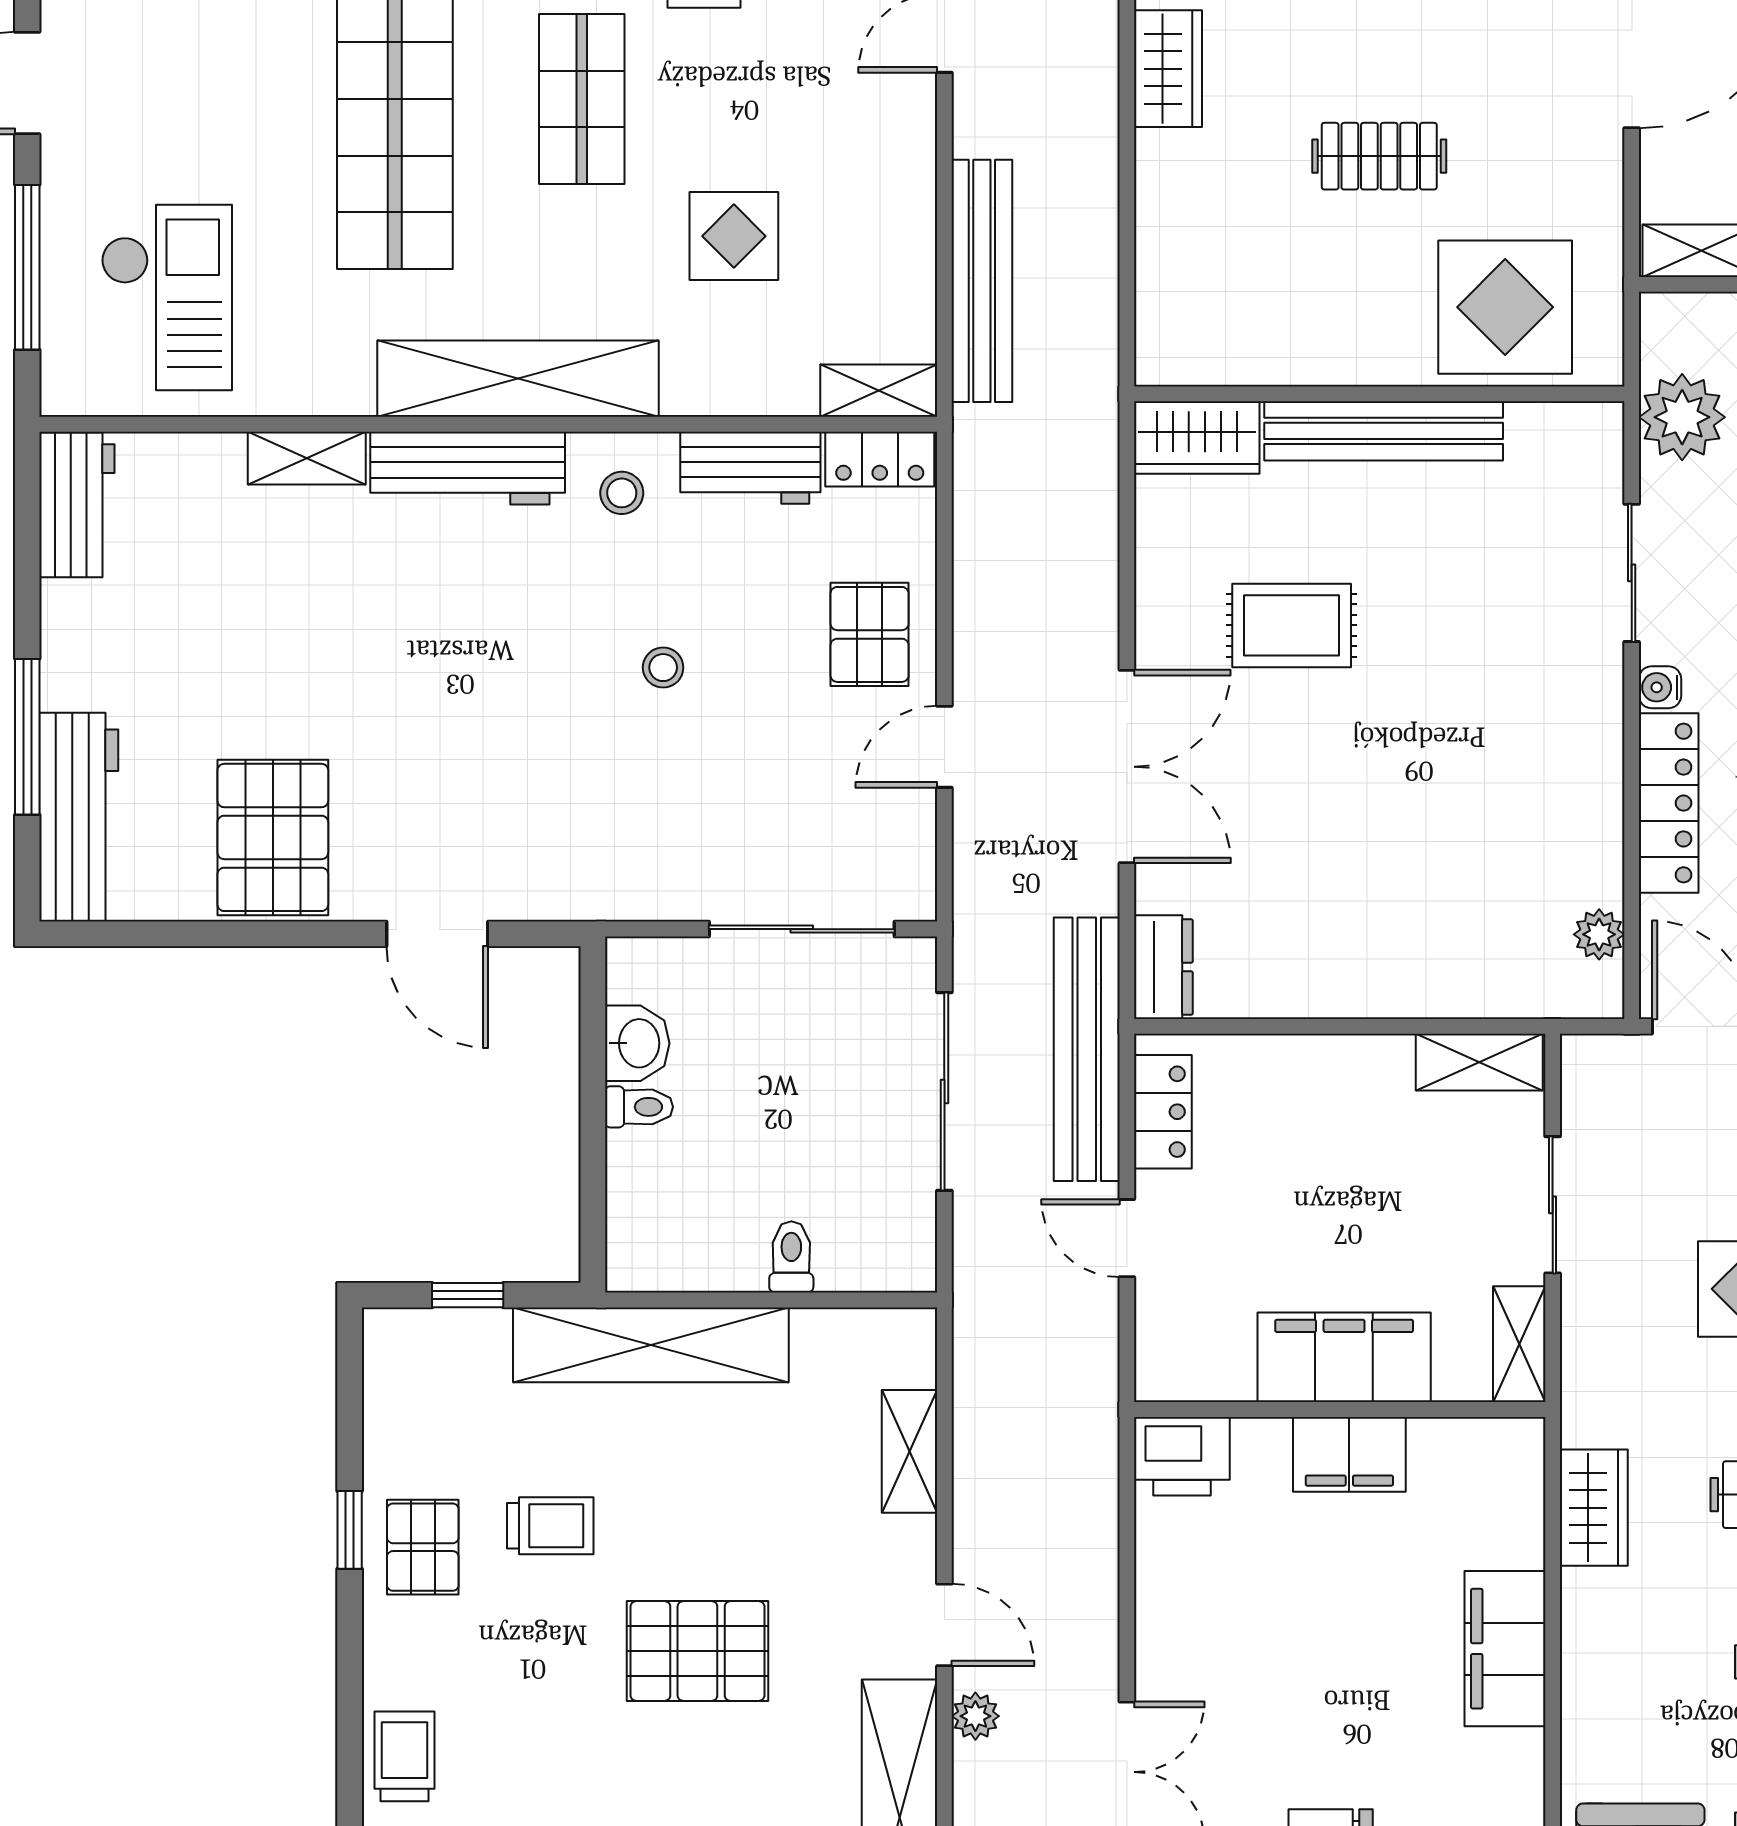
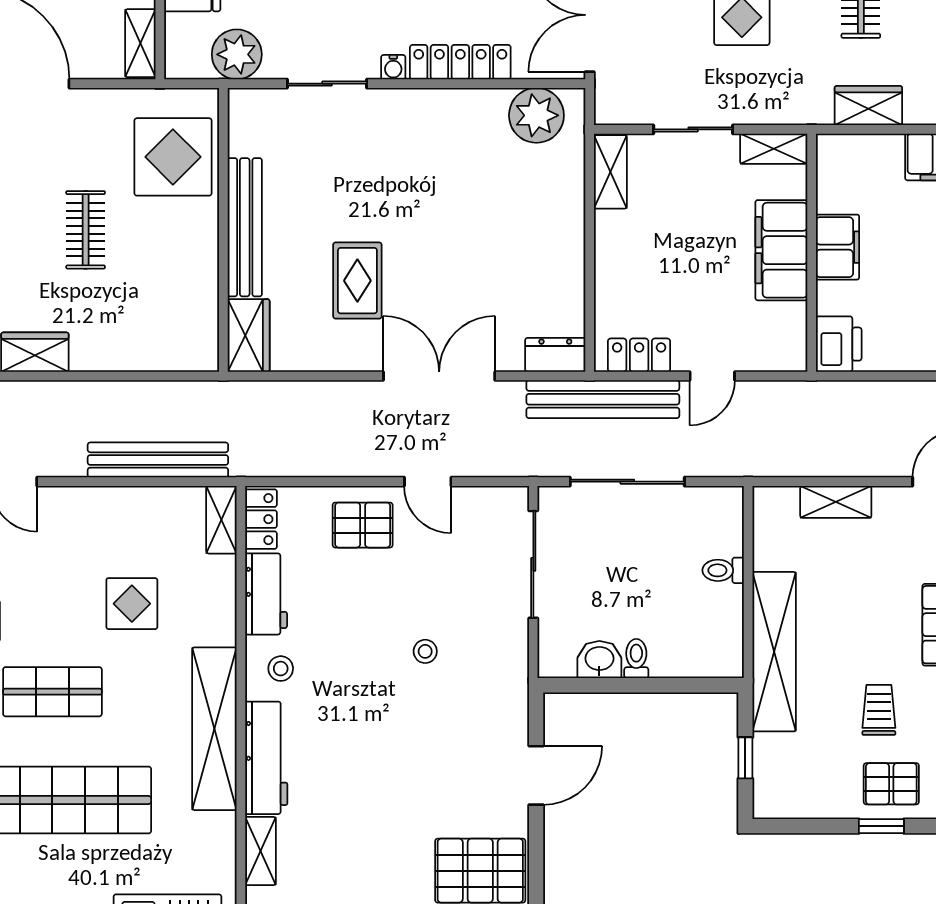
stool: (663, 668) -> (425, 651), moved
plant: (1599, 934) -> (536, 115), width x1.87, depth x1.87

